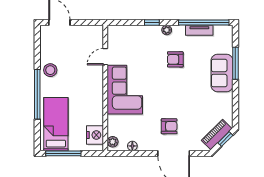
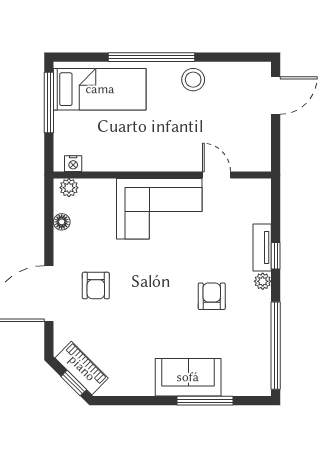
tv unit: (199, 30) -> (262, 247), moved
nightstand: (95, 135) -> (73, 164), width x0.53, depth x0.56

